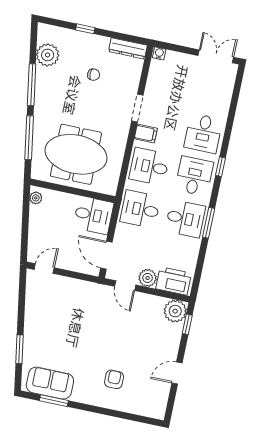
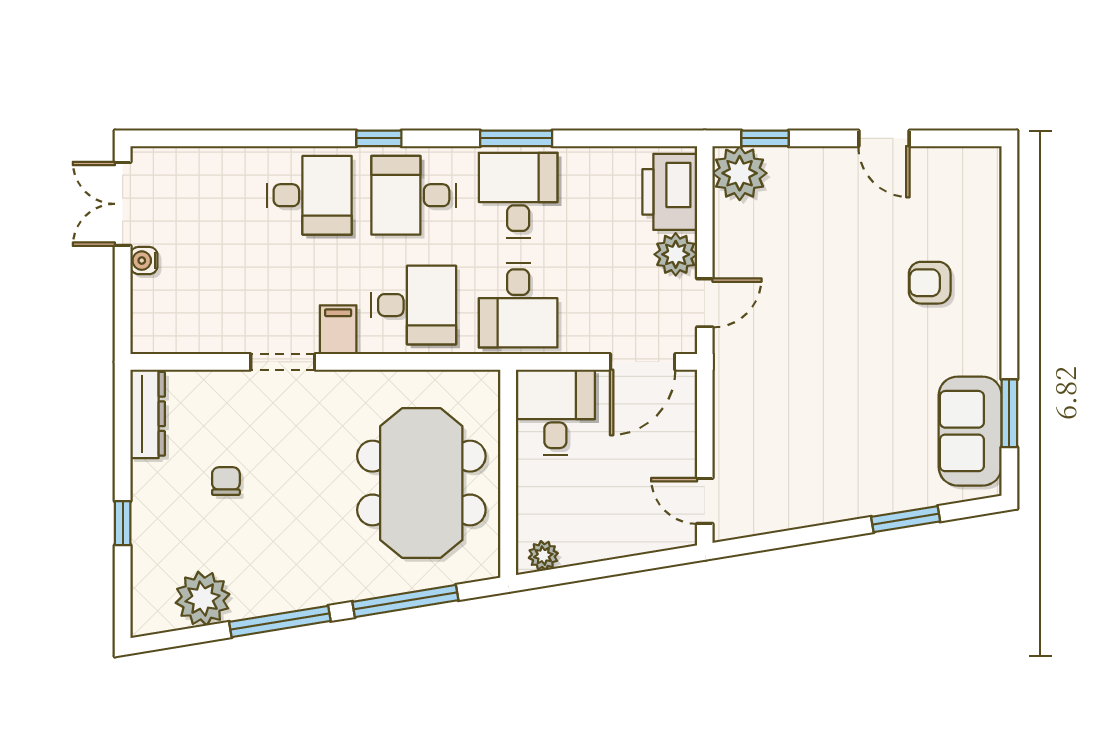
water cooler: (159, 53) -> (144, 261), moved
desk: (149, 167) -> (414, 305), turned -90

